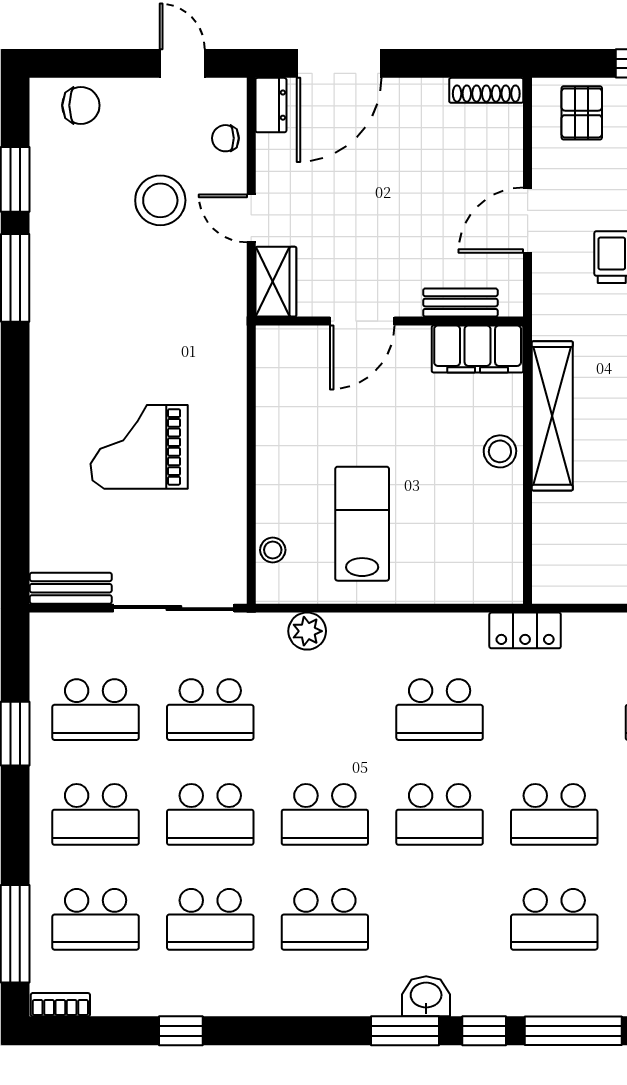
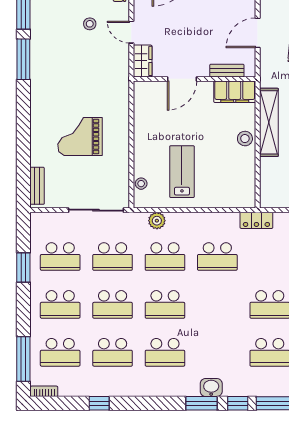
stool: (160, 200) -> (90, 24), width x0.53, depth x0.53
bench: (71, 588) -> (37, 186), moved, turned 90
school desk: (440, 814) -> (165, 256), moved

